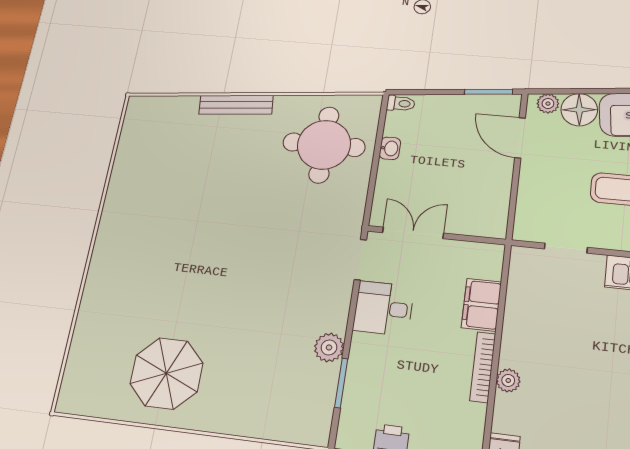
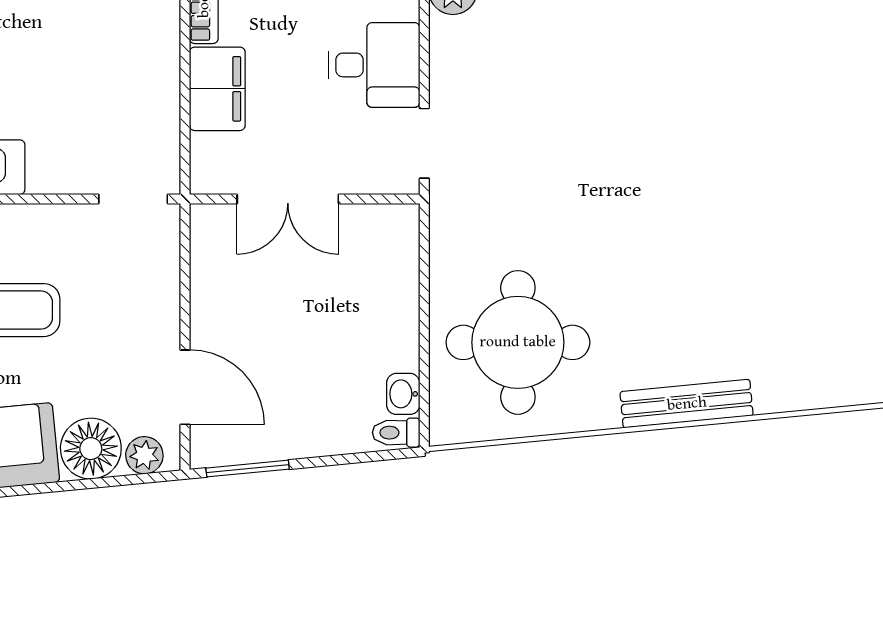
washbasin: (390, 148) -> (403, 394), moved
double door: (413, 233) -> (288, 199), moved
doorway: (566, 248) -> (133, 199), moved

